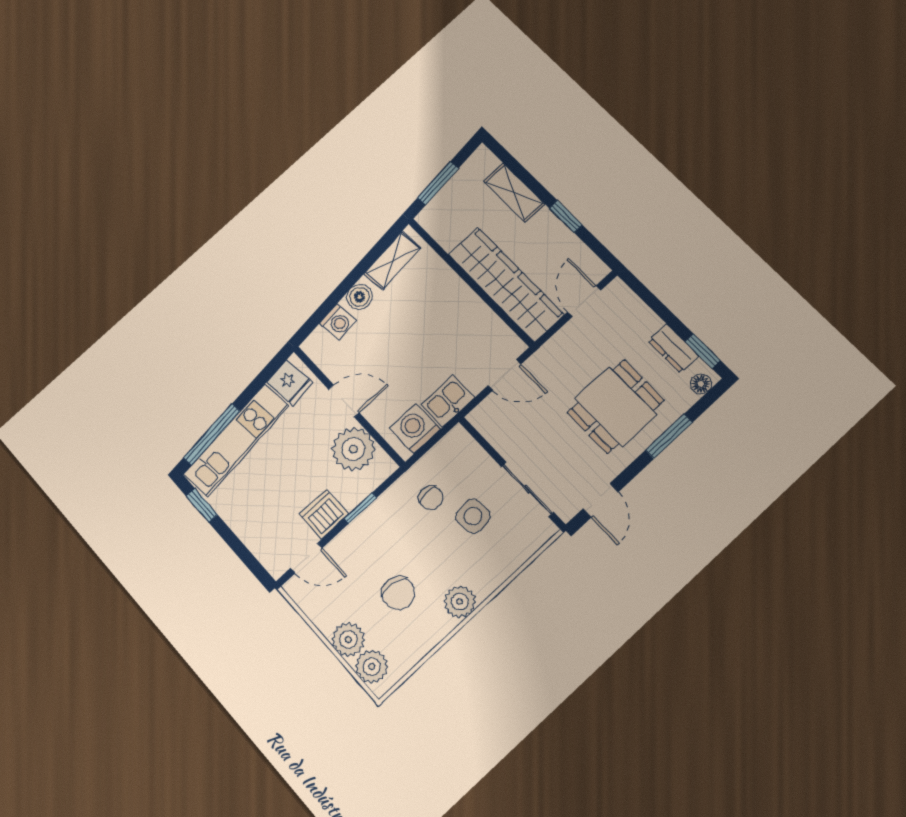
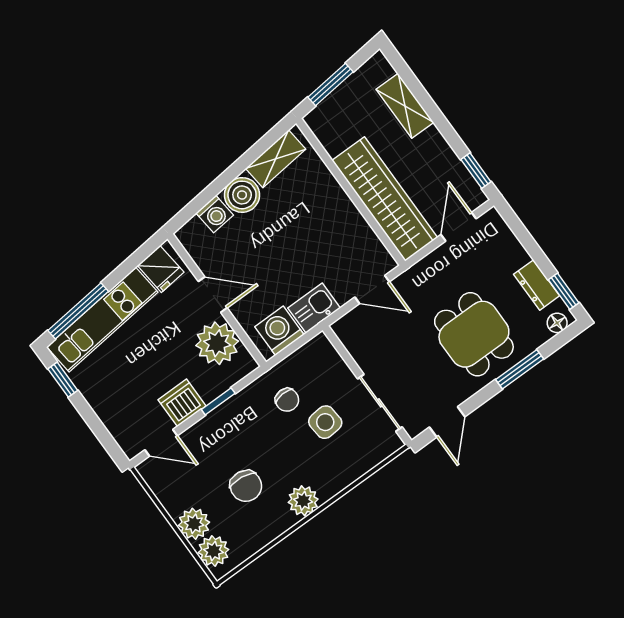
window: (566, 217) -> (476, 171), moved
boiler: (360, 297) -> (242, 195), width x1.36, depth x1.36
dining table: (616, 406) -> (474, 334), turned 90

